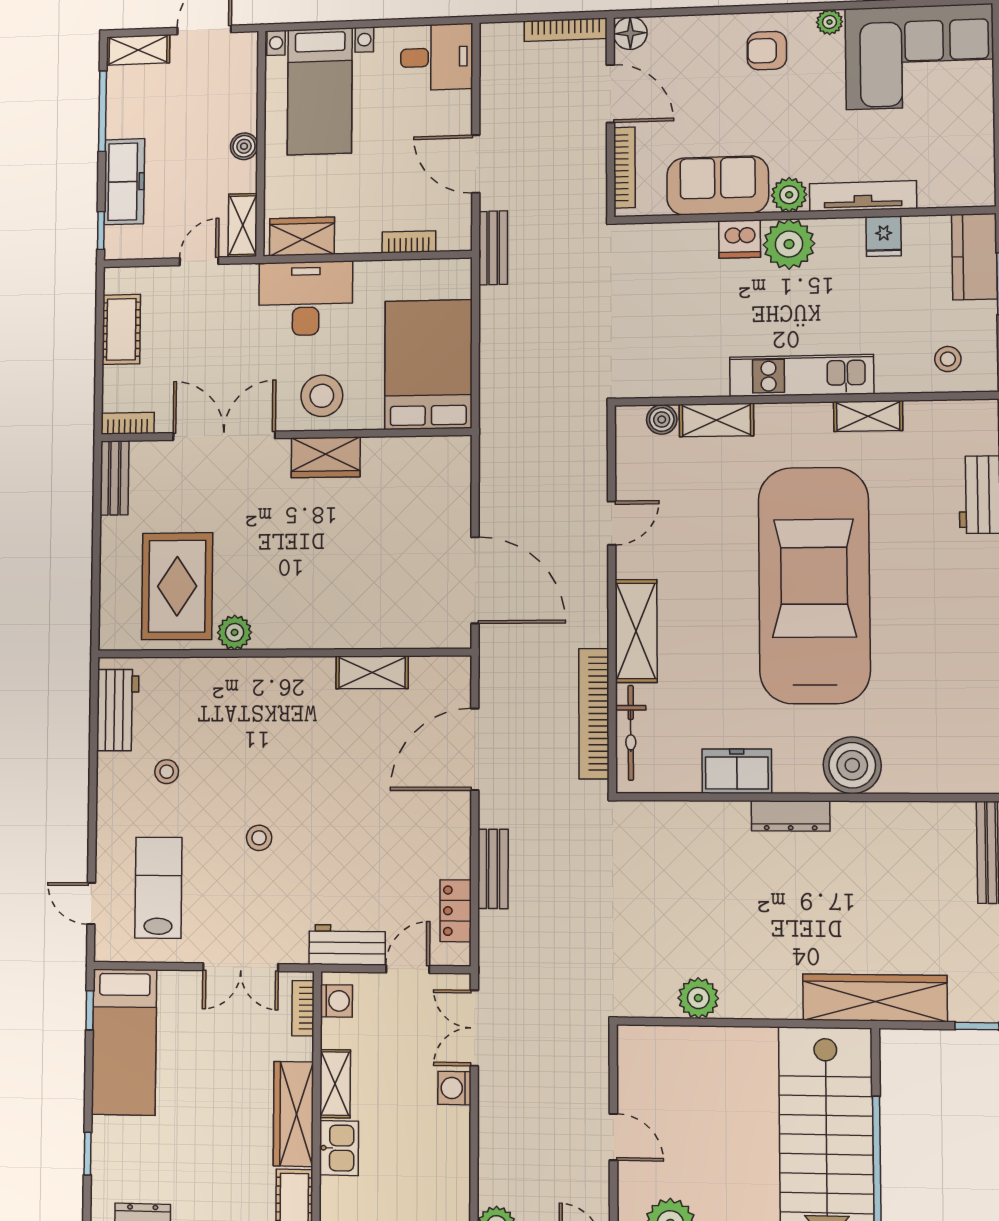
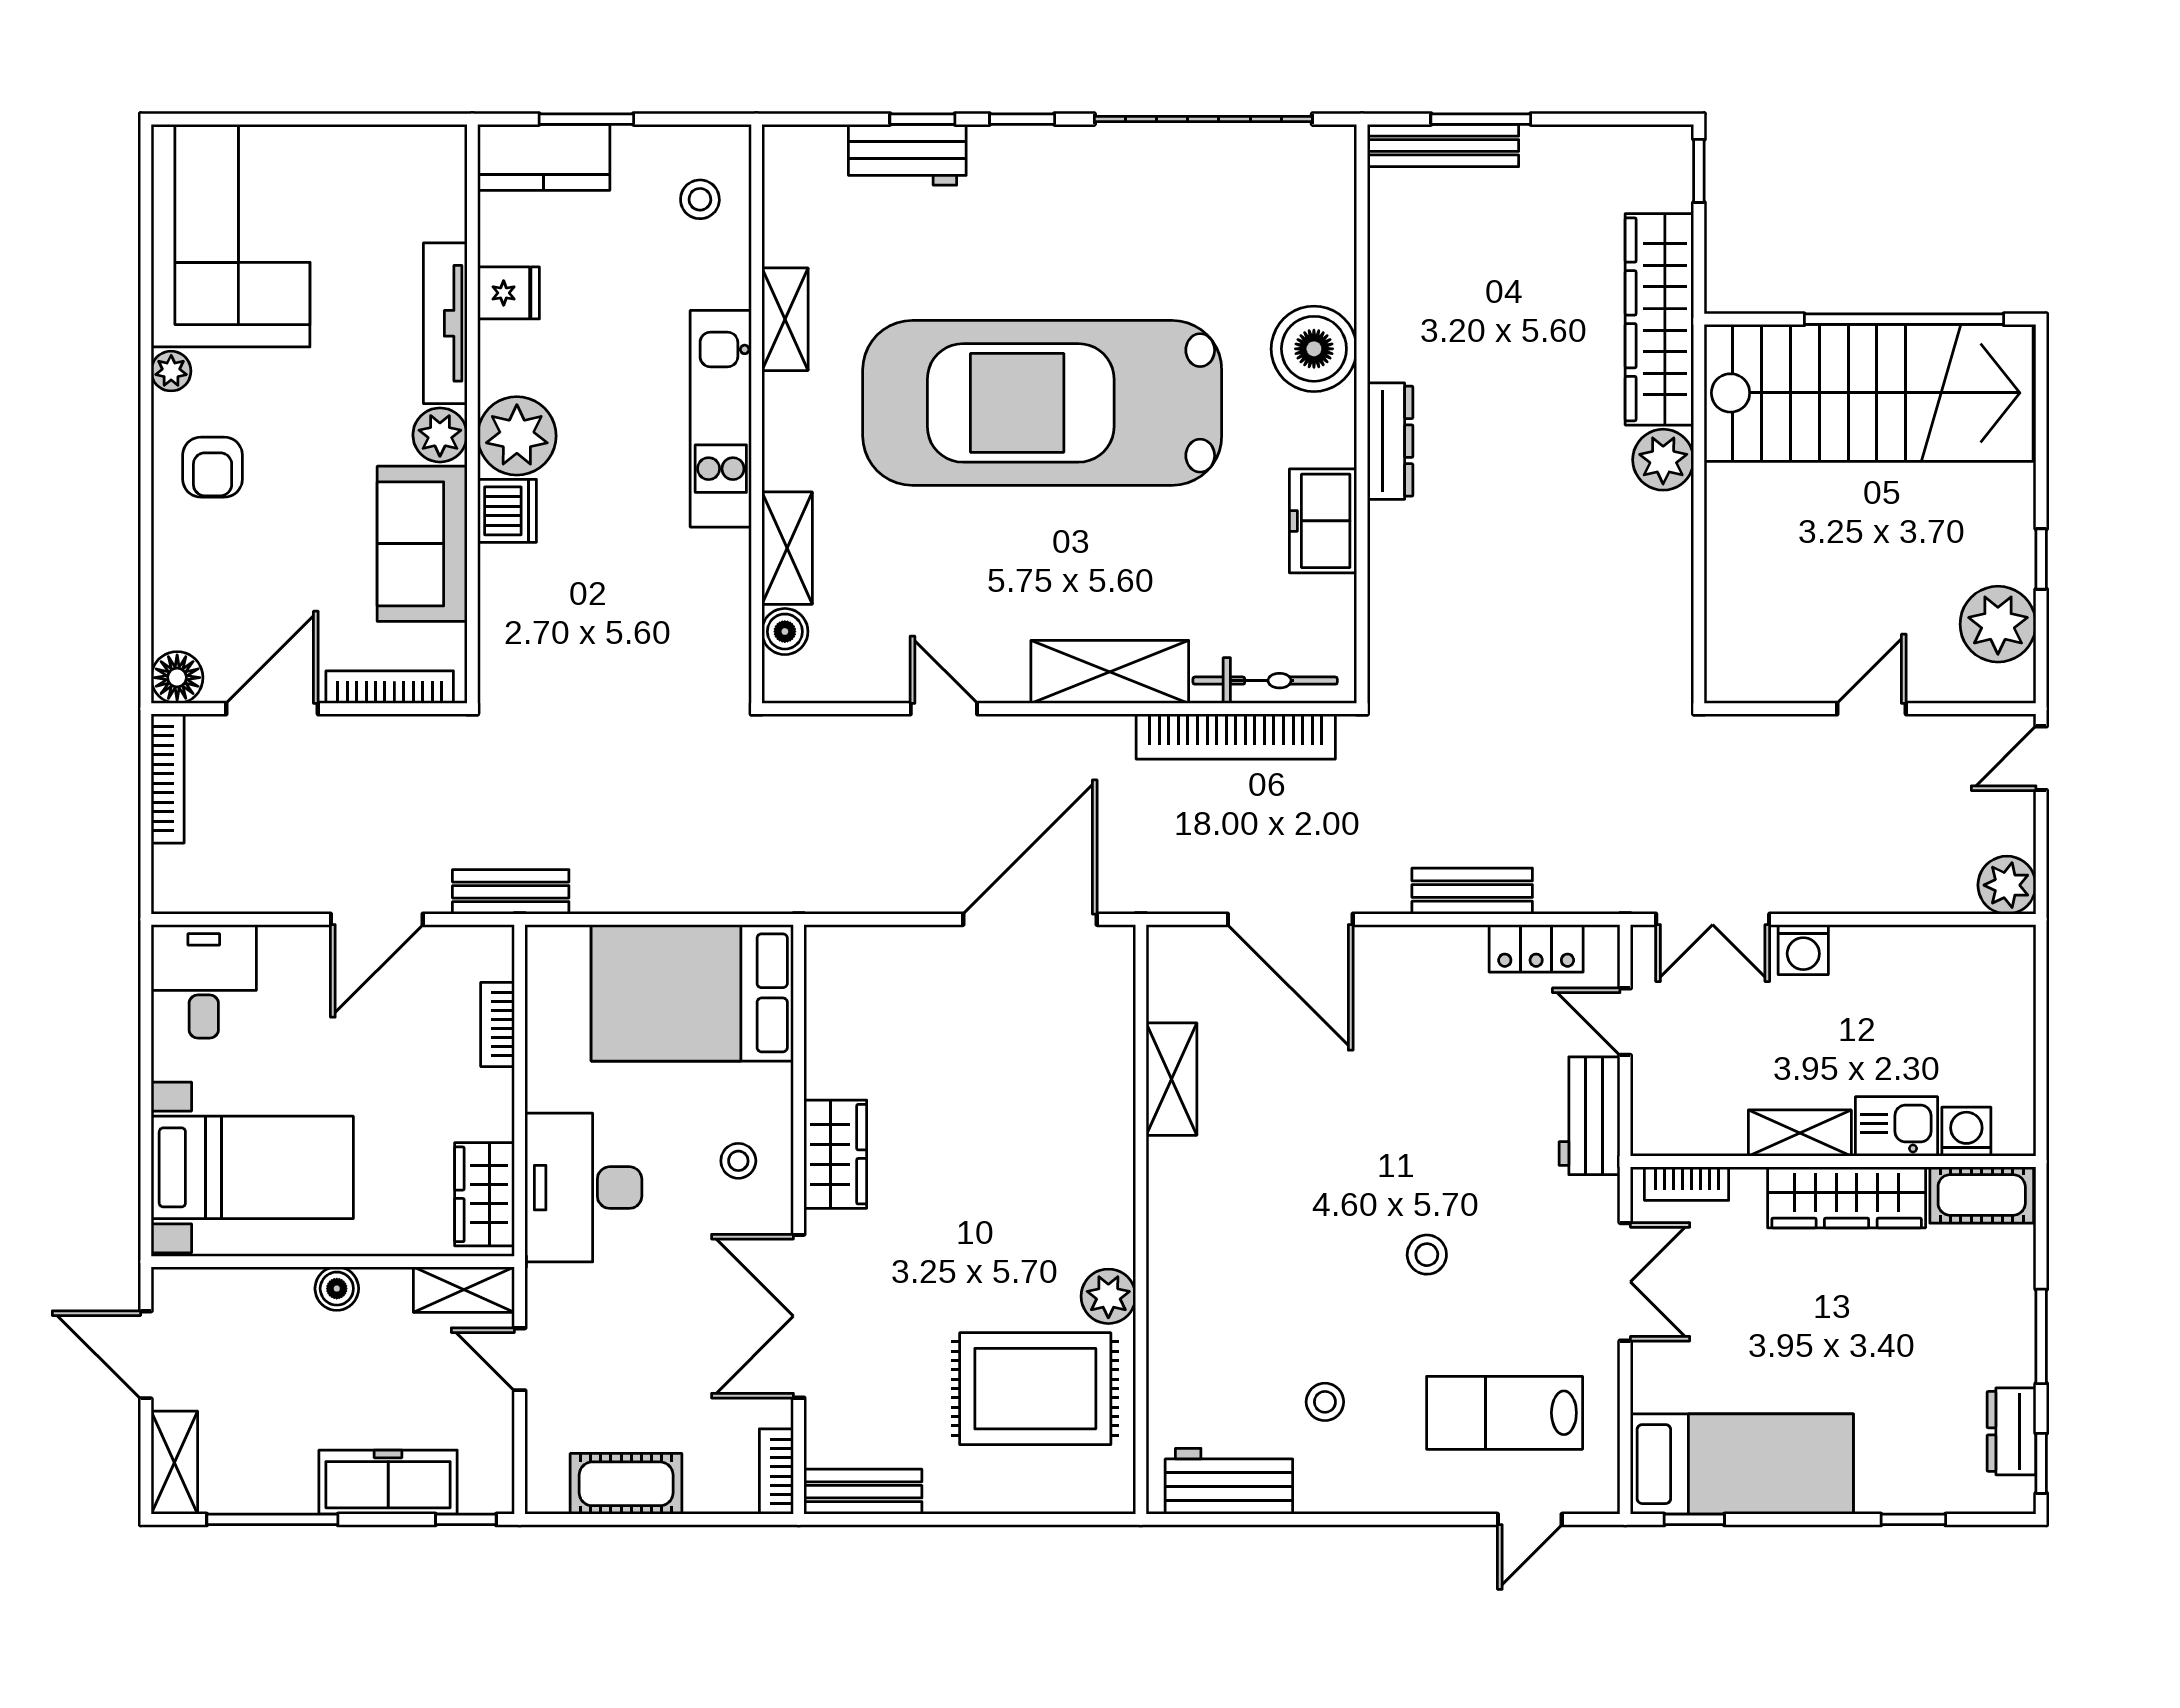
stool: (322, 396) -> (738, 1161), width x0.53, depth x0.53
plant: (698, 998) -> (1663, 460), moved
washing machine: (336, 1001) -> (1966, 1132), moved

